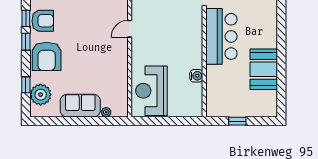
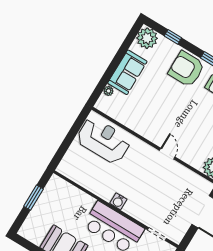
water cooler: (196, 76) -> (118, 201), moved
plant: (41, 95) -> (147, 38), moved
window: (237, 121) -> (34, 198), width x1.50

